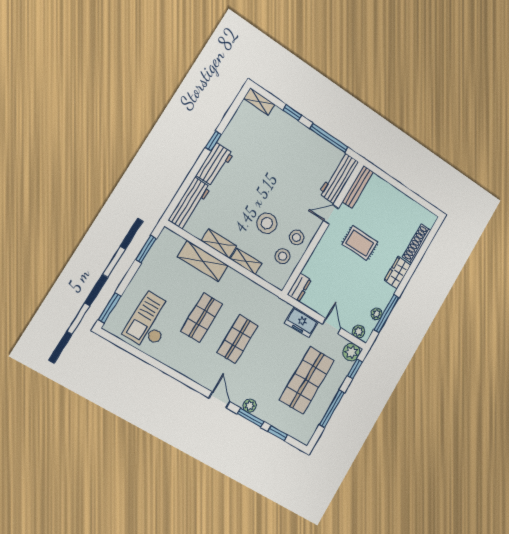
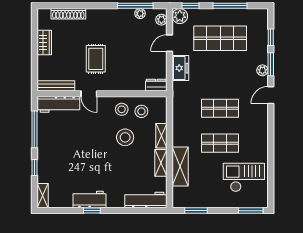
workbench: (215, 165) -> (89, 199), moved
wardrobe: (398, 272) -> (44, 43), moved, turned -90
checkout: (150, 321) -> (244, 177), turned 180

